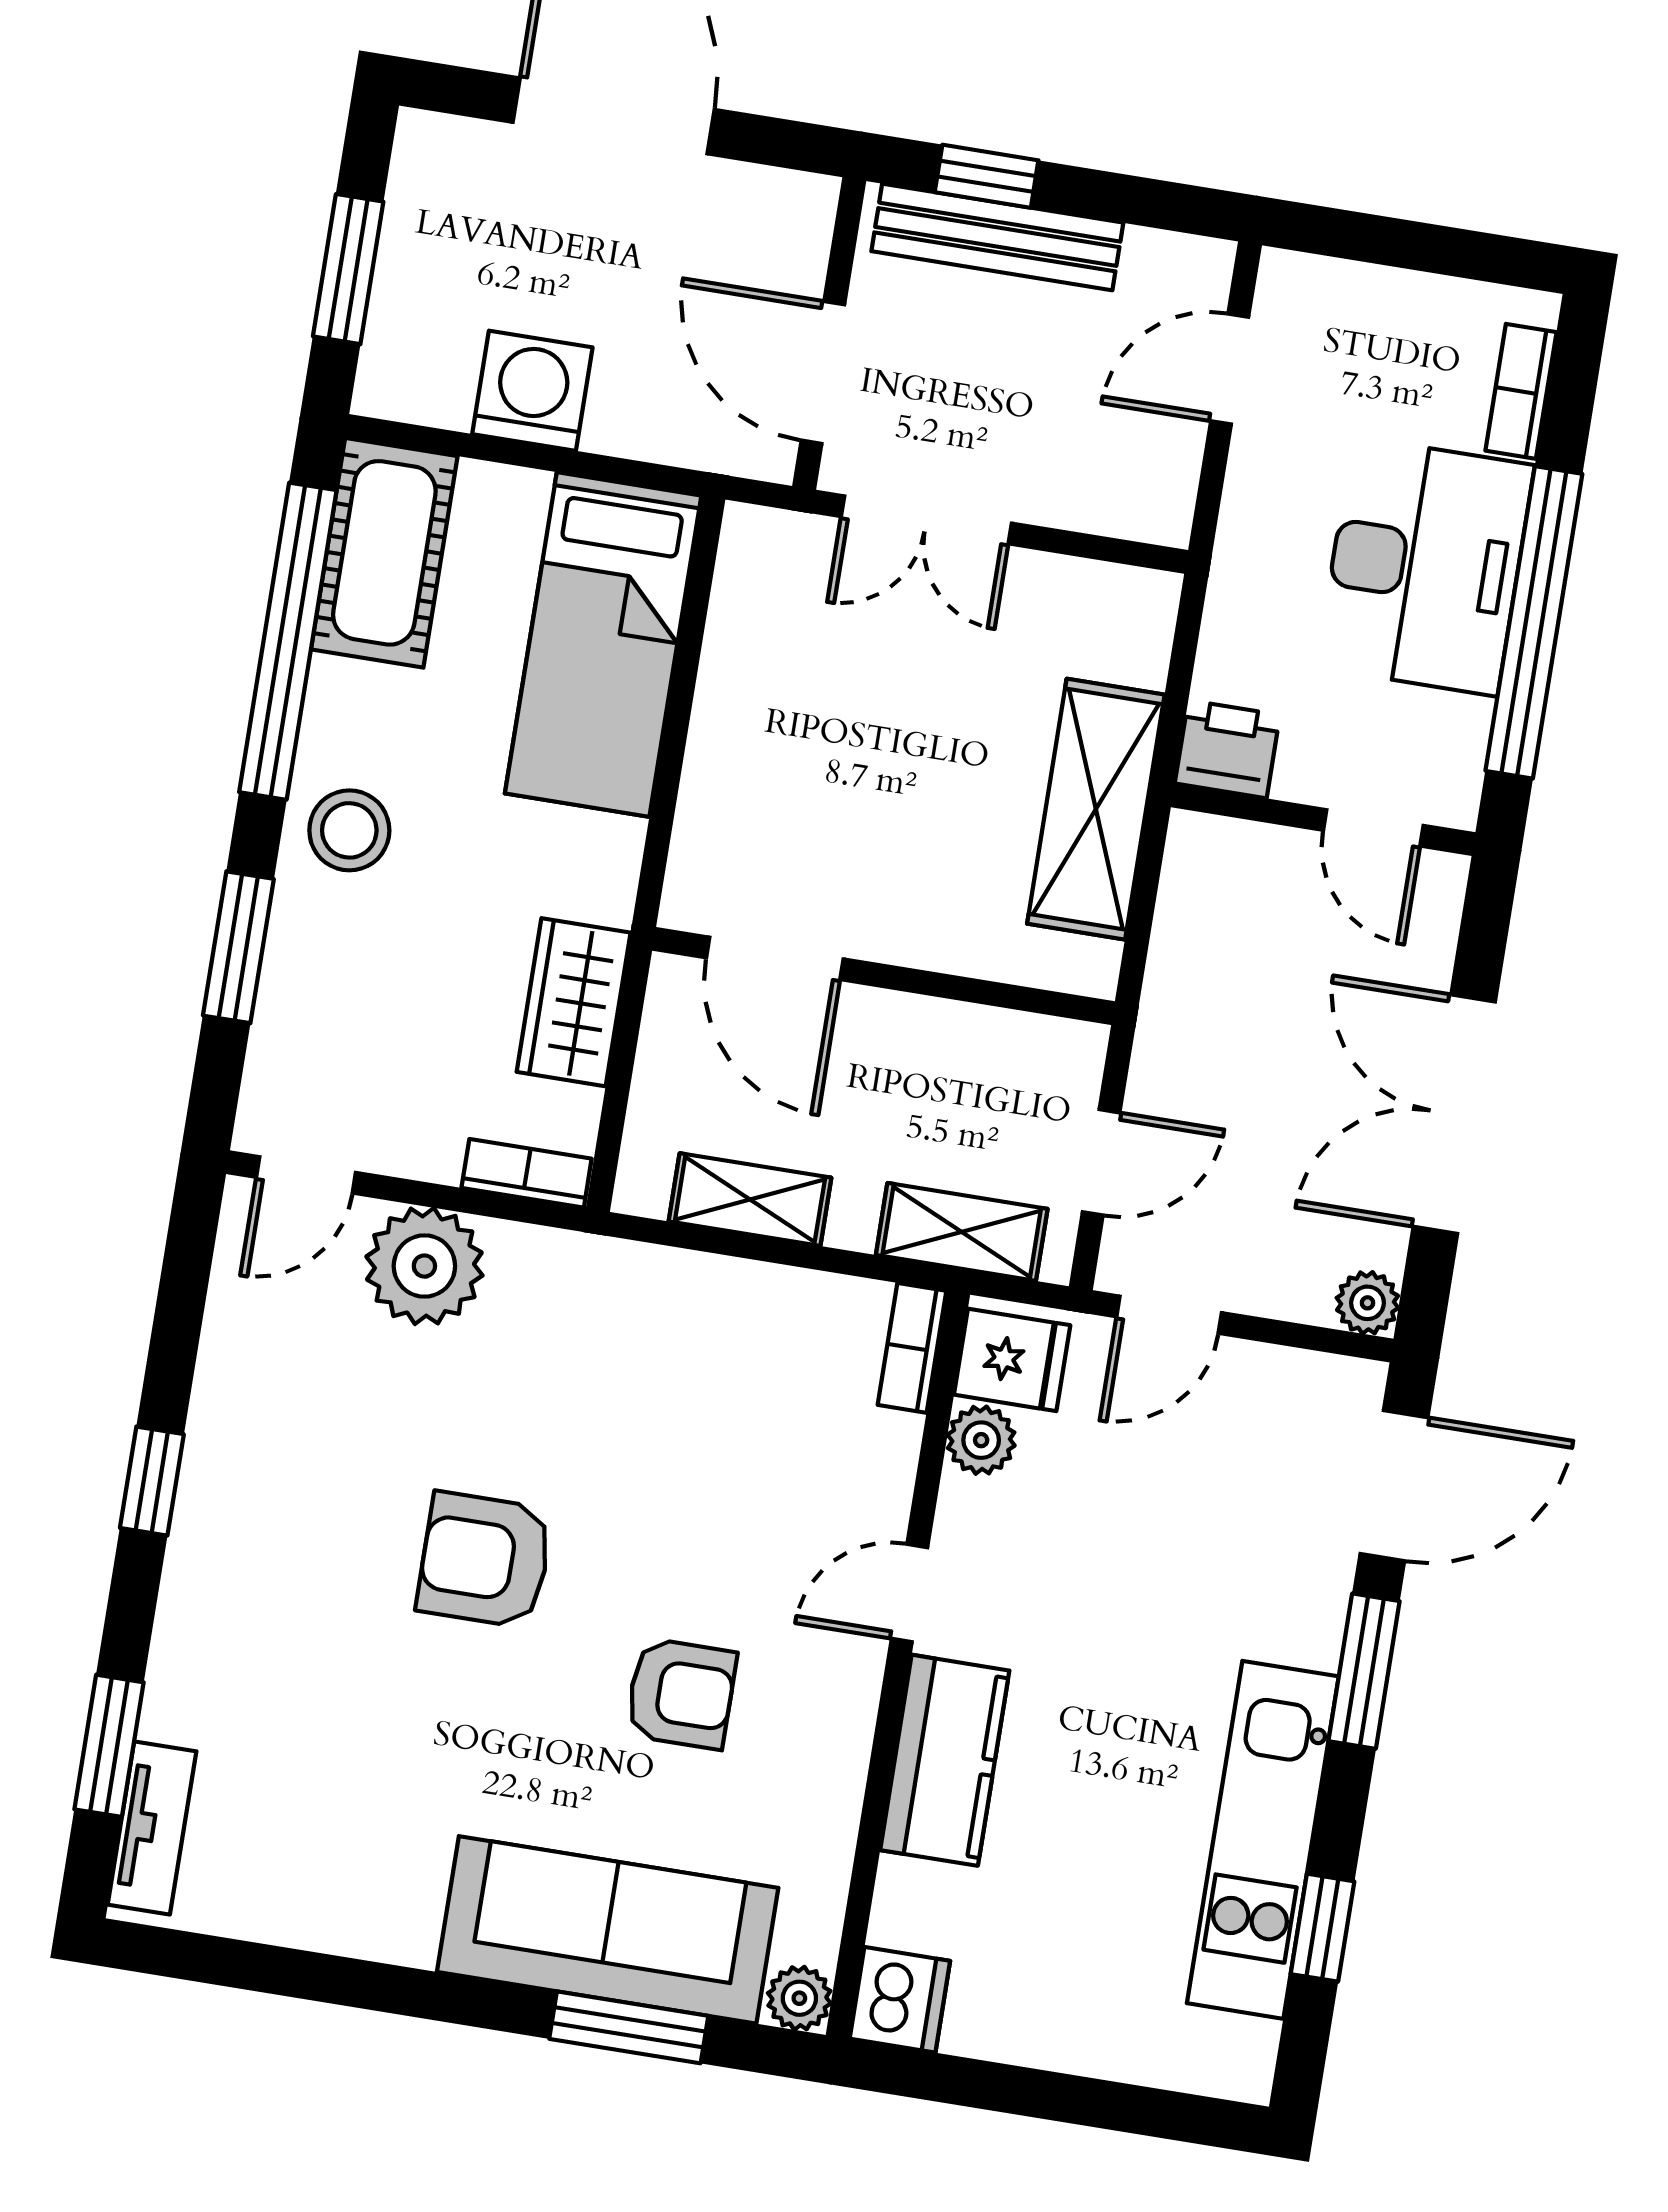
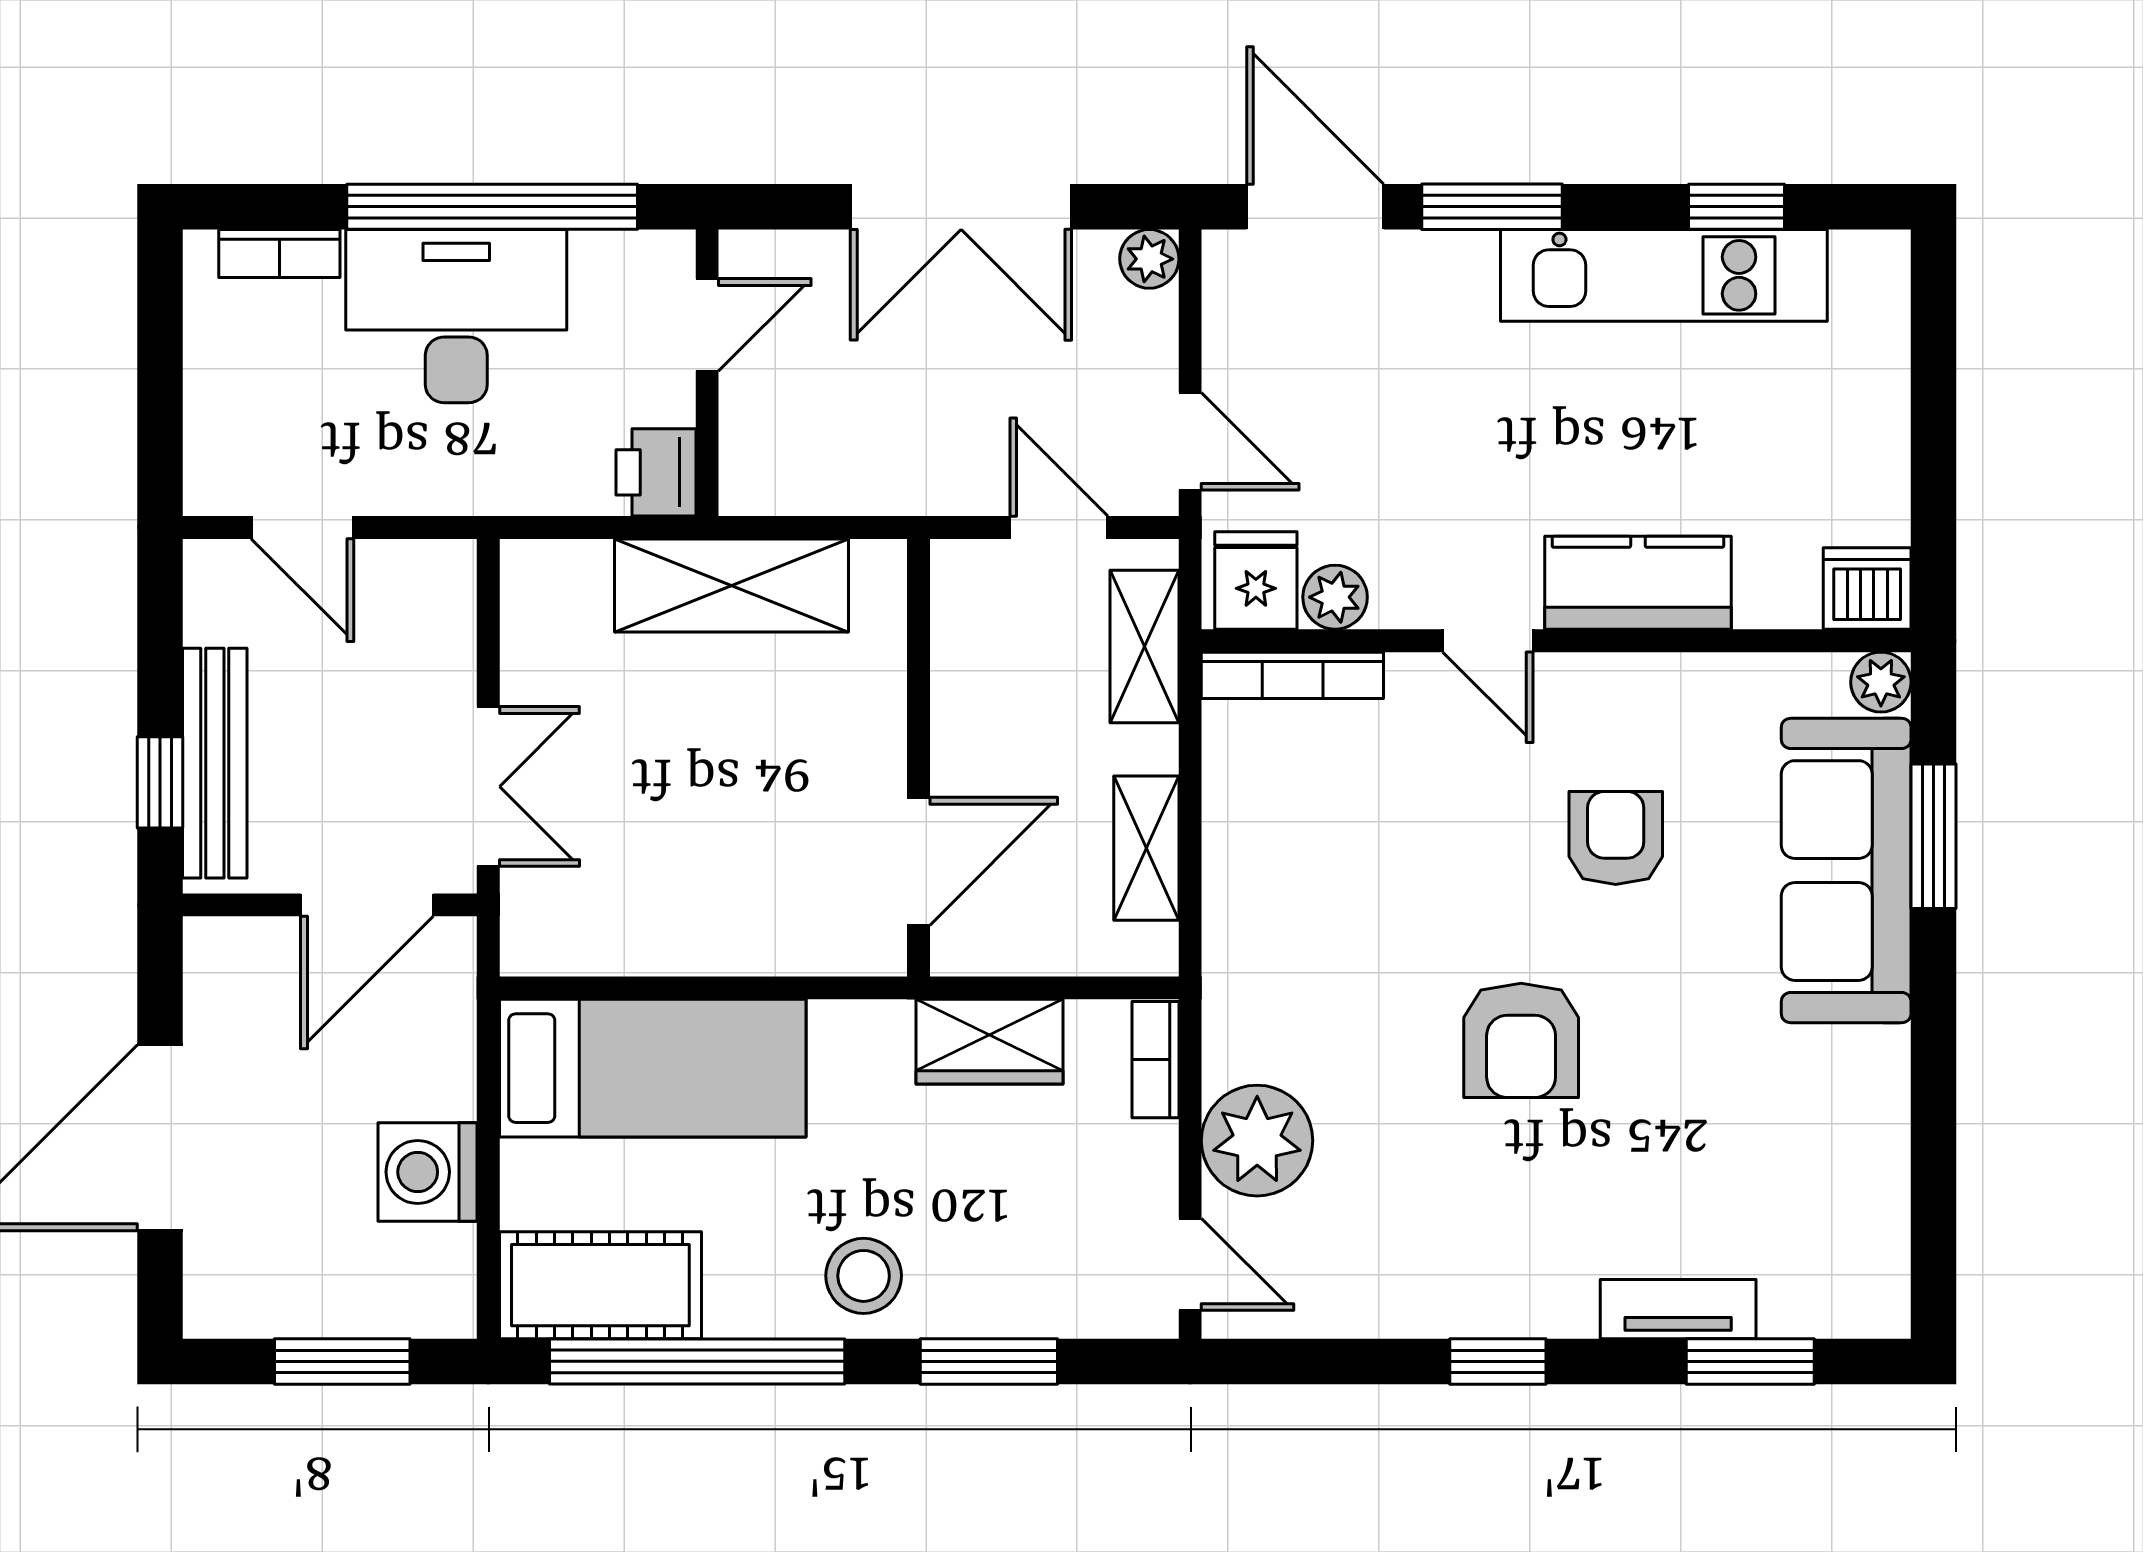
bookcase: (912, 1348) -> (1292, 675), width x1.56
tv unit: (152, 1828) -> (1678, 1309), moved

